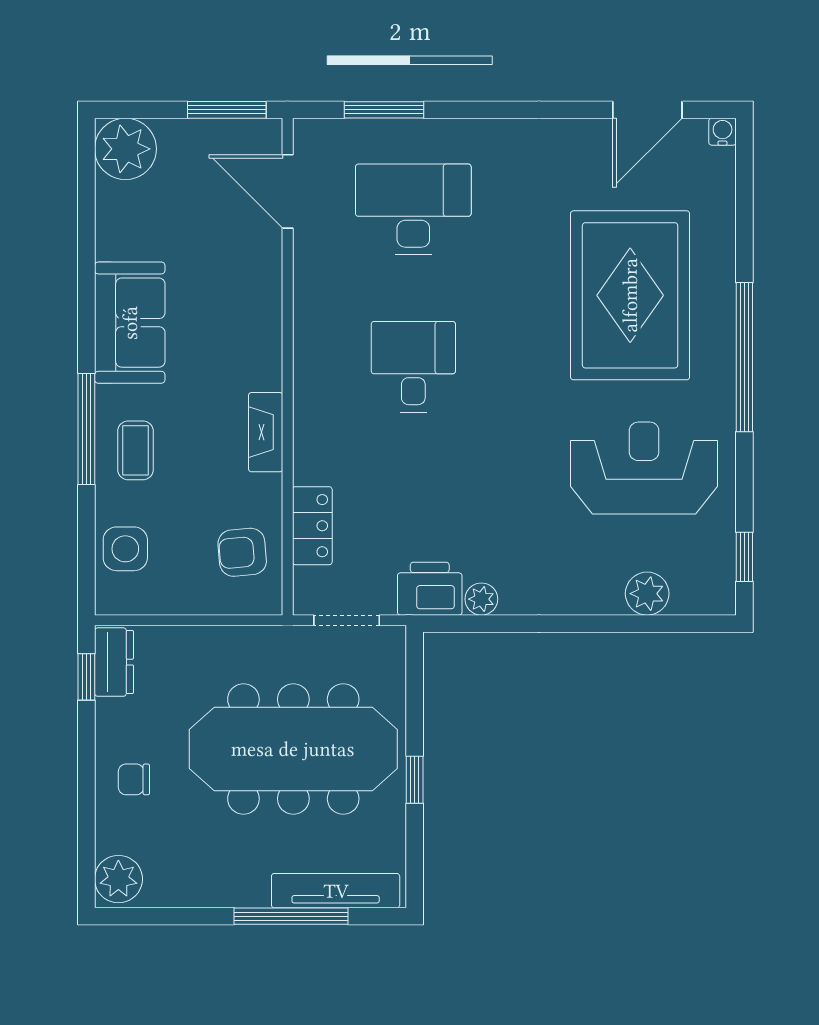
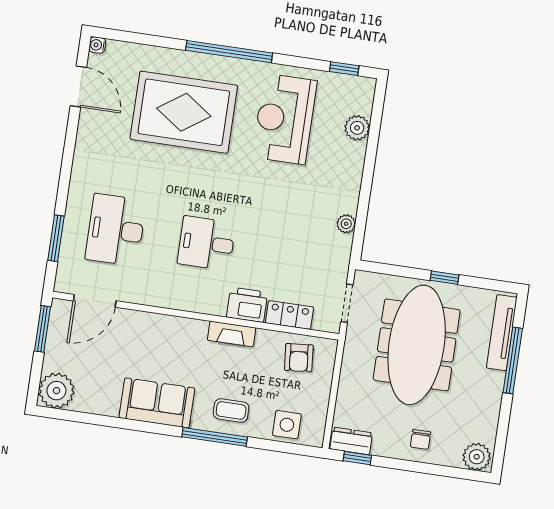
printer: (430, 589) -> (247, 305), moved, turned 90

